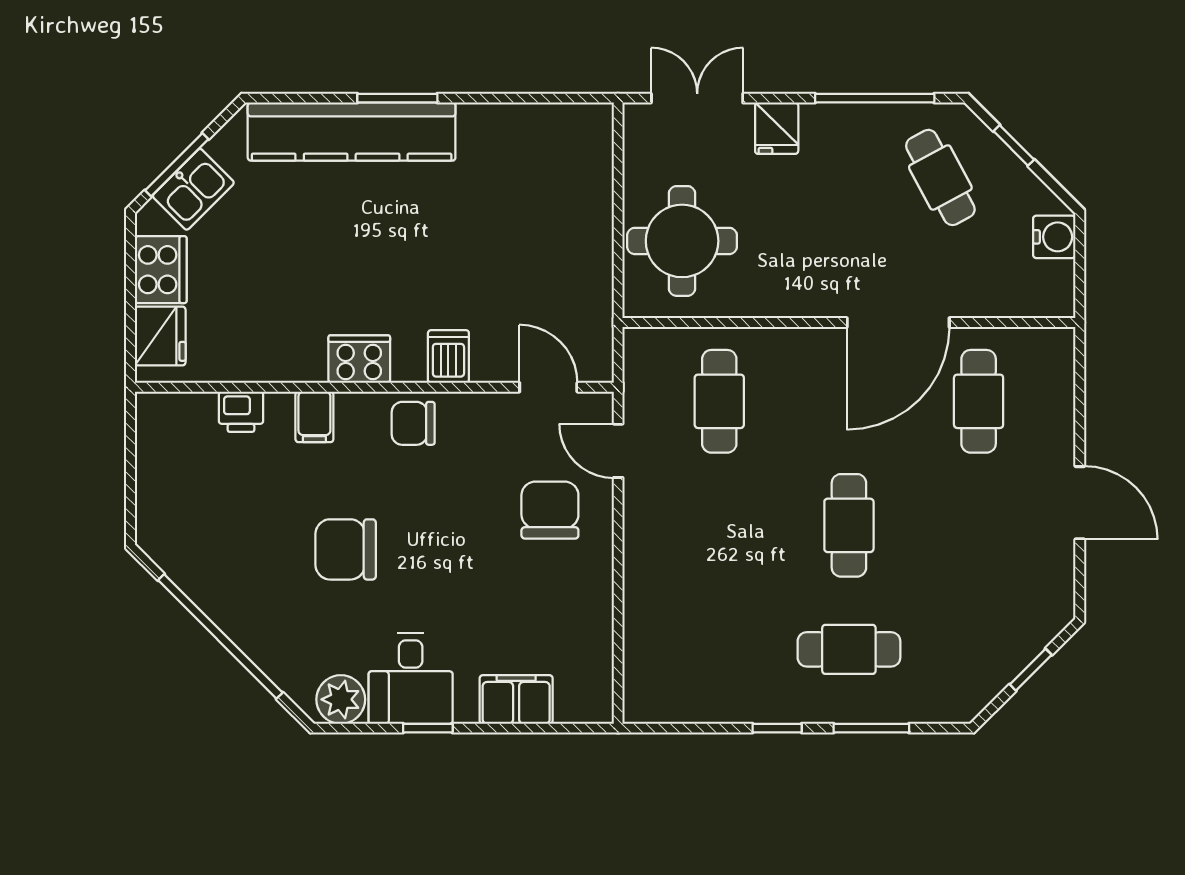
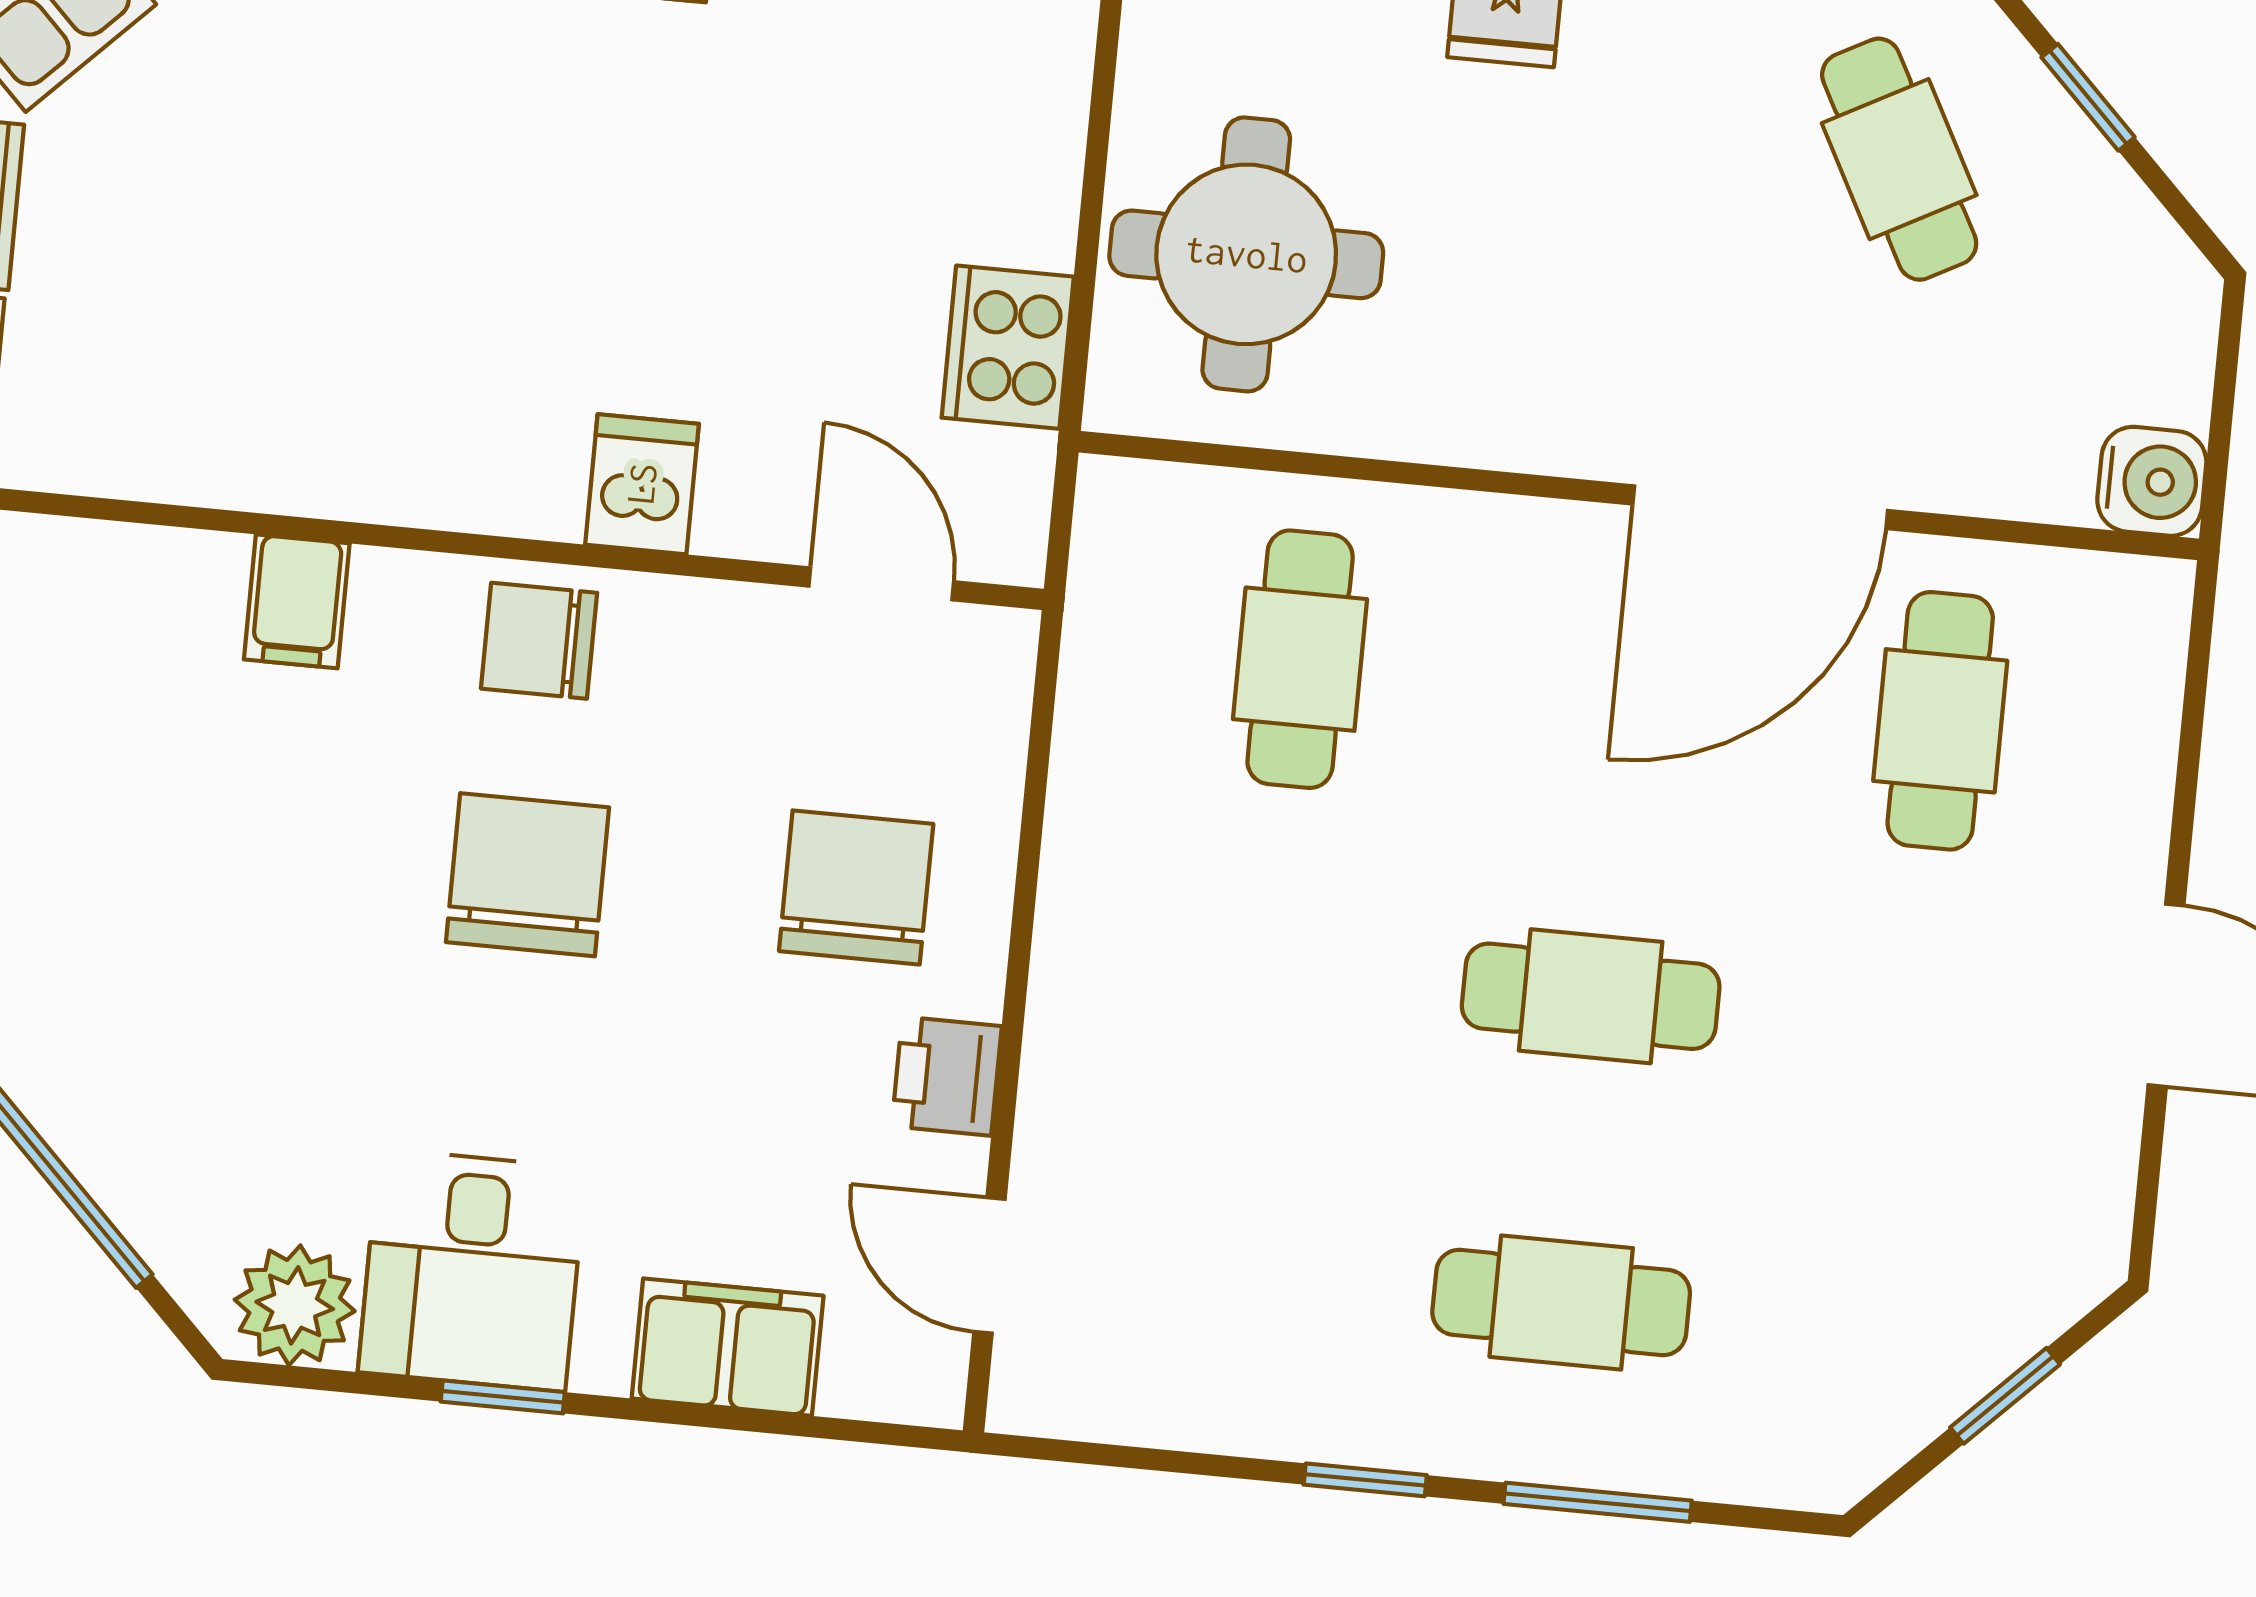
water cooler: (1054, 237) -> (2152, 481), moved
cooker: (359, 359) -> (1008, 347), moved, turned -90
printer: (241, 412) -> (947, 1076), moved, turned 90
door: (618, 451) -> (989, 1265), moved
cafe table: (849, 525) -> (1591, 996), turned 90
chair: (346, 549) -> (528, 875), moved, turned 90

